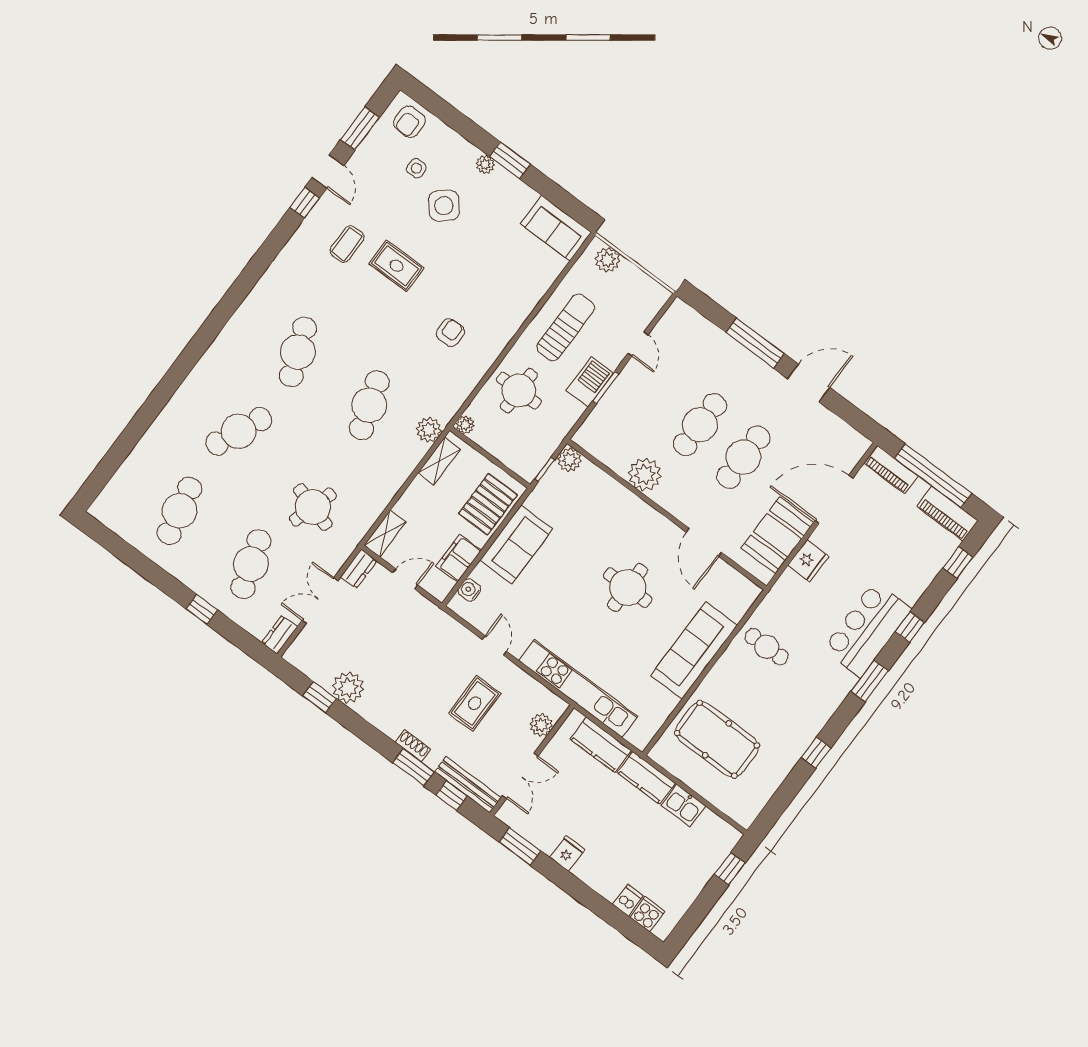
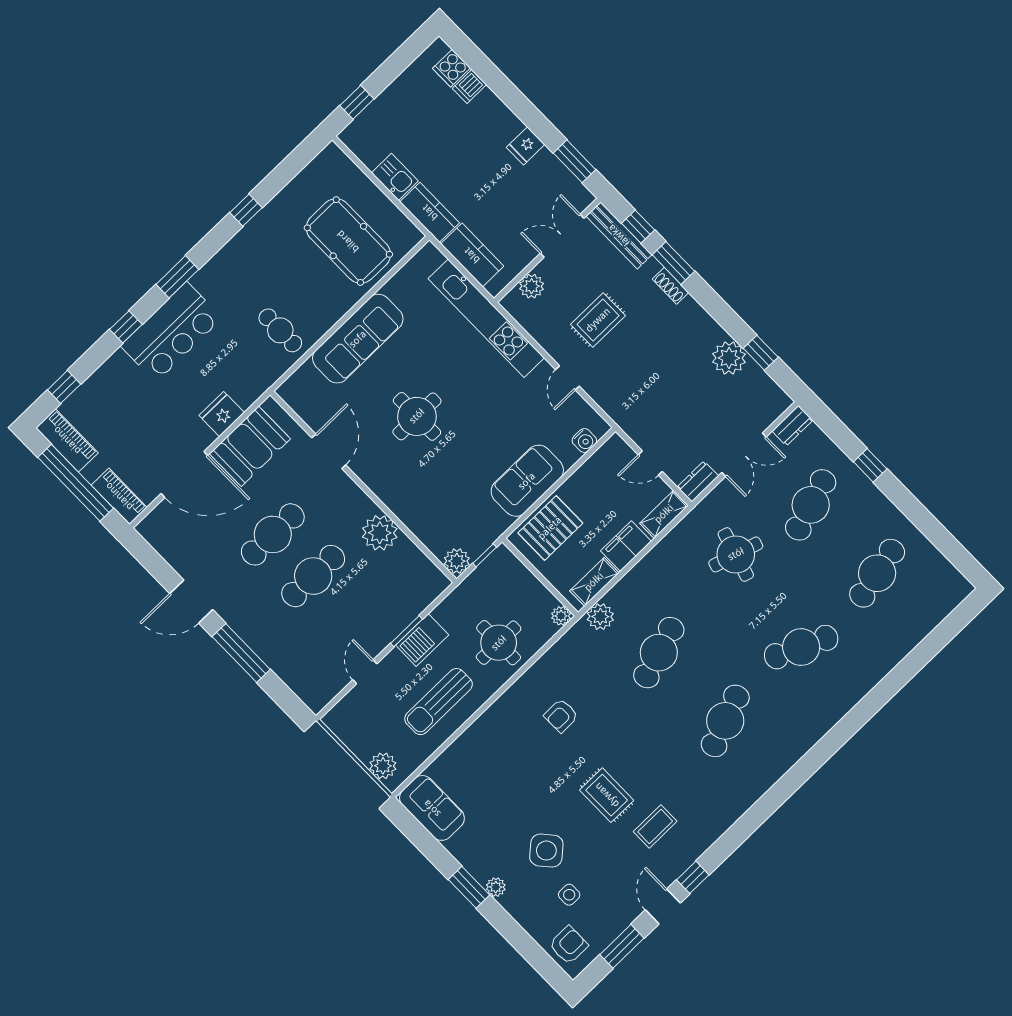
filing cabinet: (459, 558) -> (626, 546), moved, turned 180

